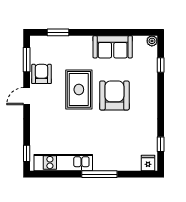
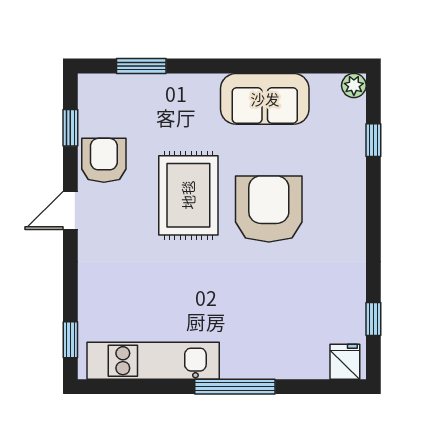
window: (27, 60) -> (70, 128), width x0.67

